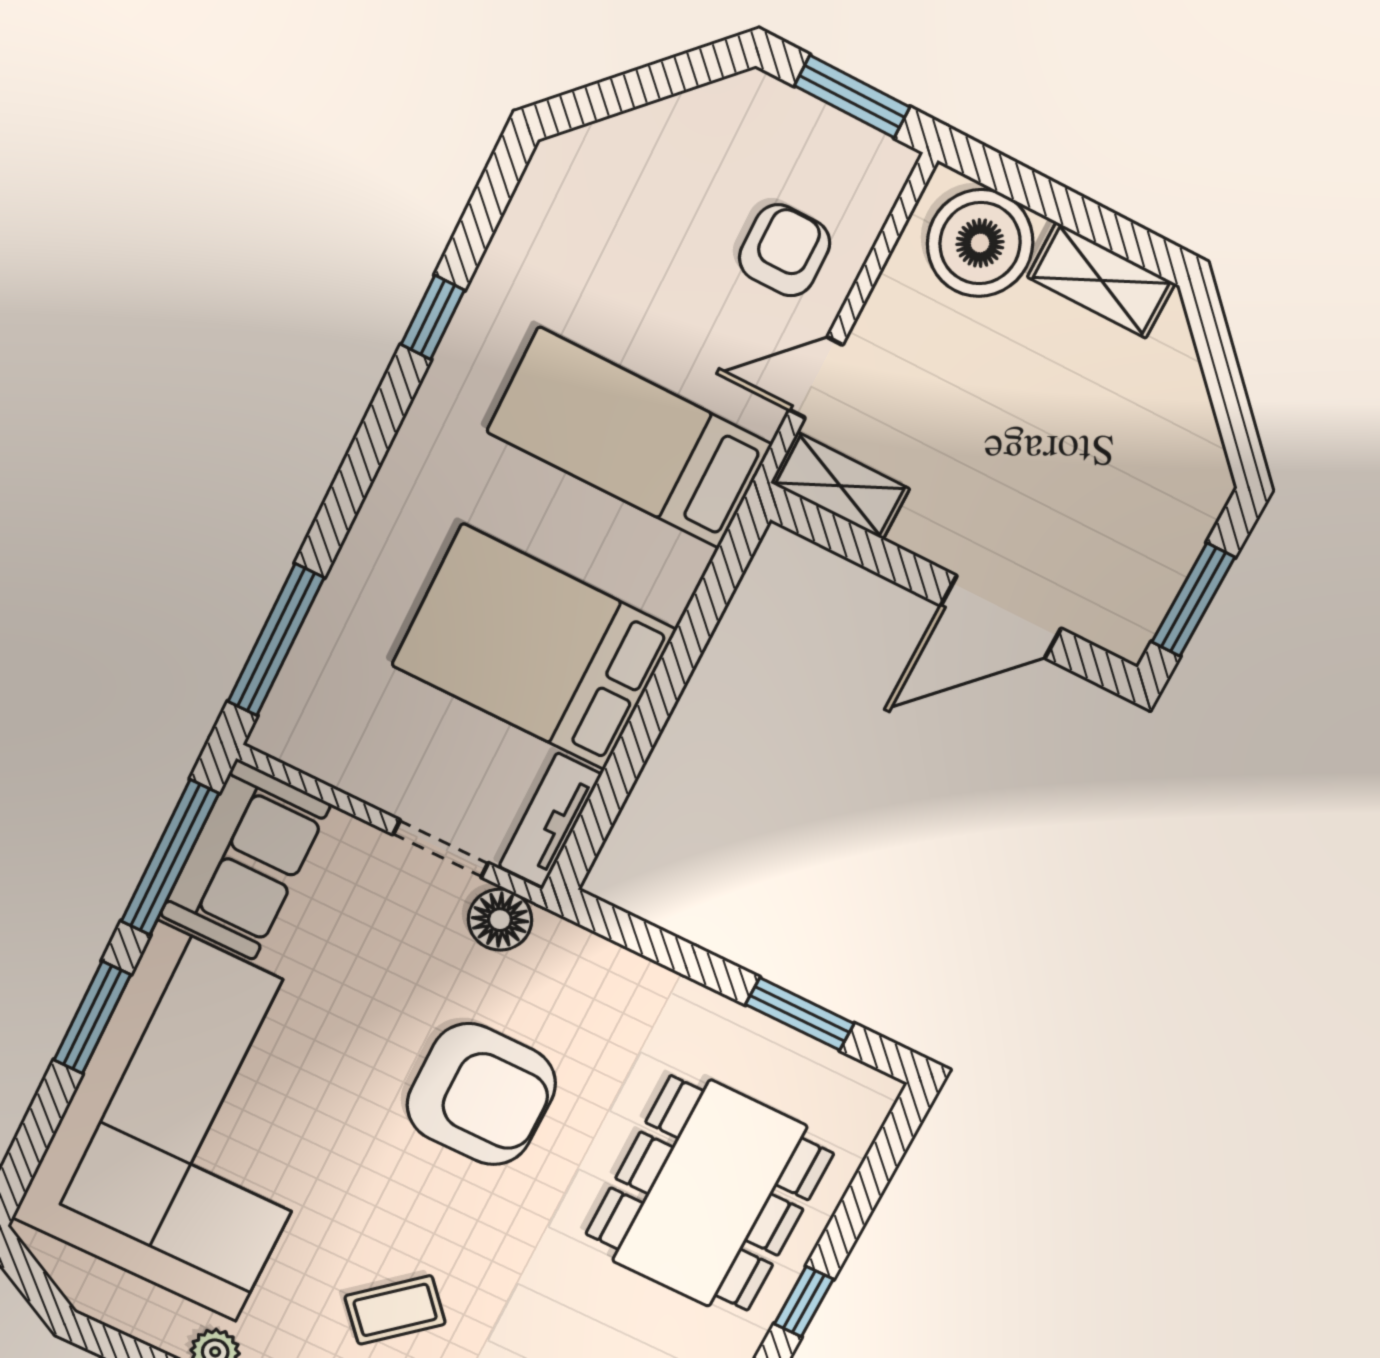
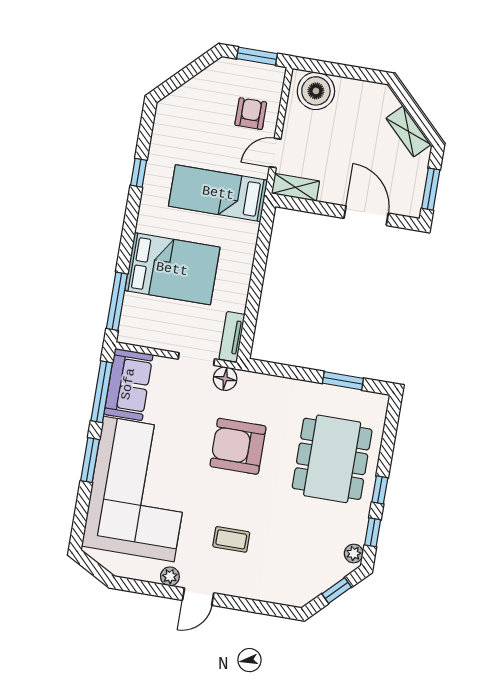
shelving: (1101, 280) -> (408, 131), moved, turned 45
door: (1001, 617) -> (366, 216), swing flipped
bed: (534, 647) -> (172, 269), moved, turned 180
armchair: (481, 1094) -> (238, 446), turned 180
coffee table: (395, 1310) -> (231, 539), turned 41

